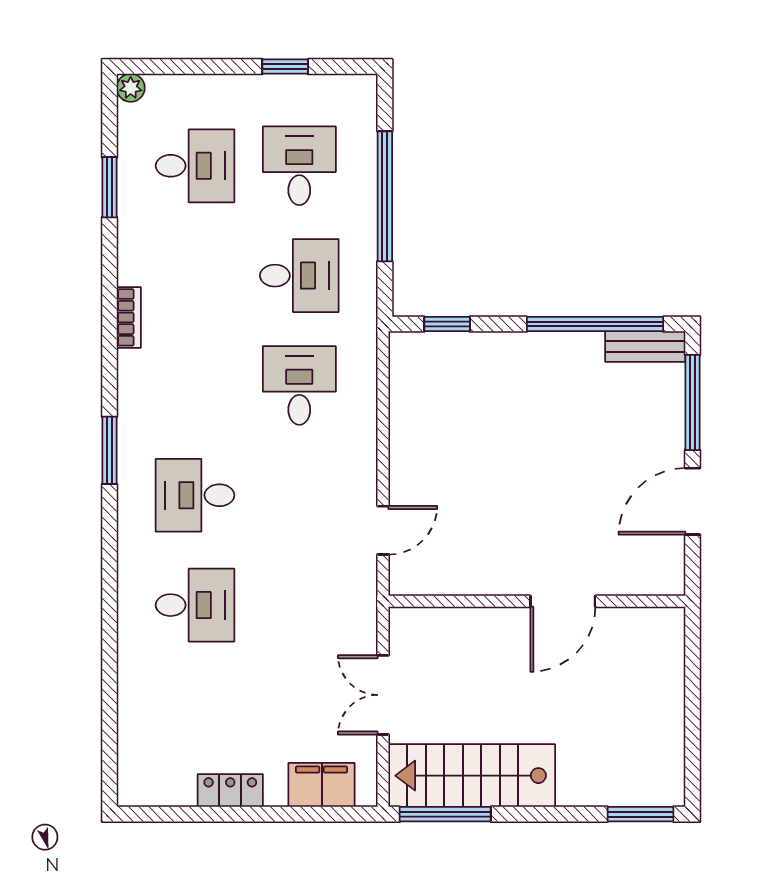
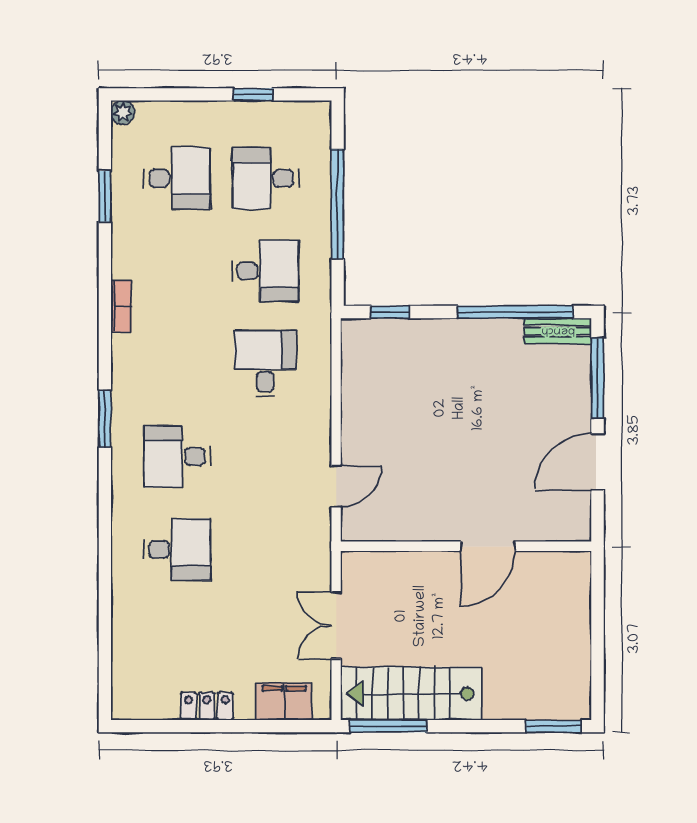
desk: (299, 166) -> (265, 178), turned -90

